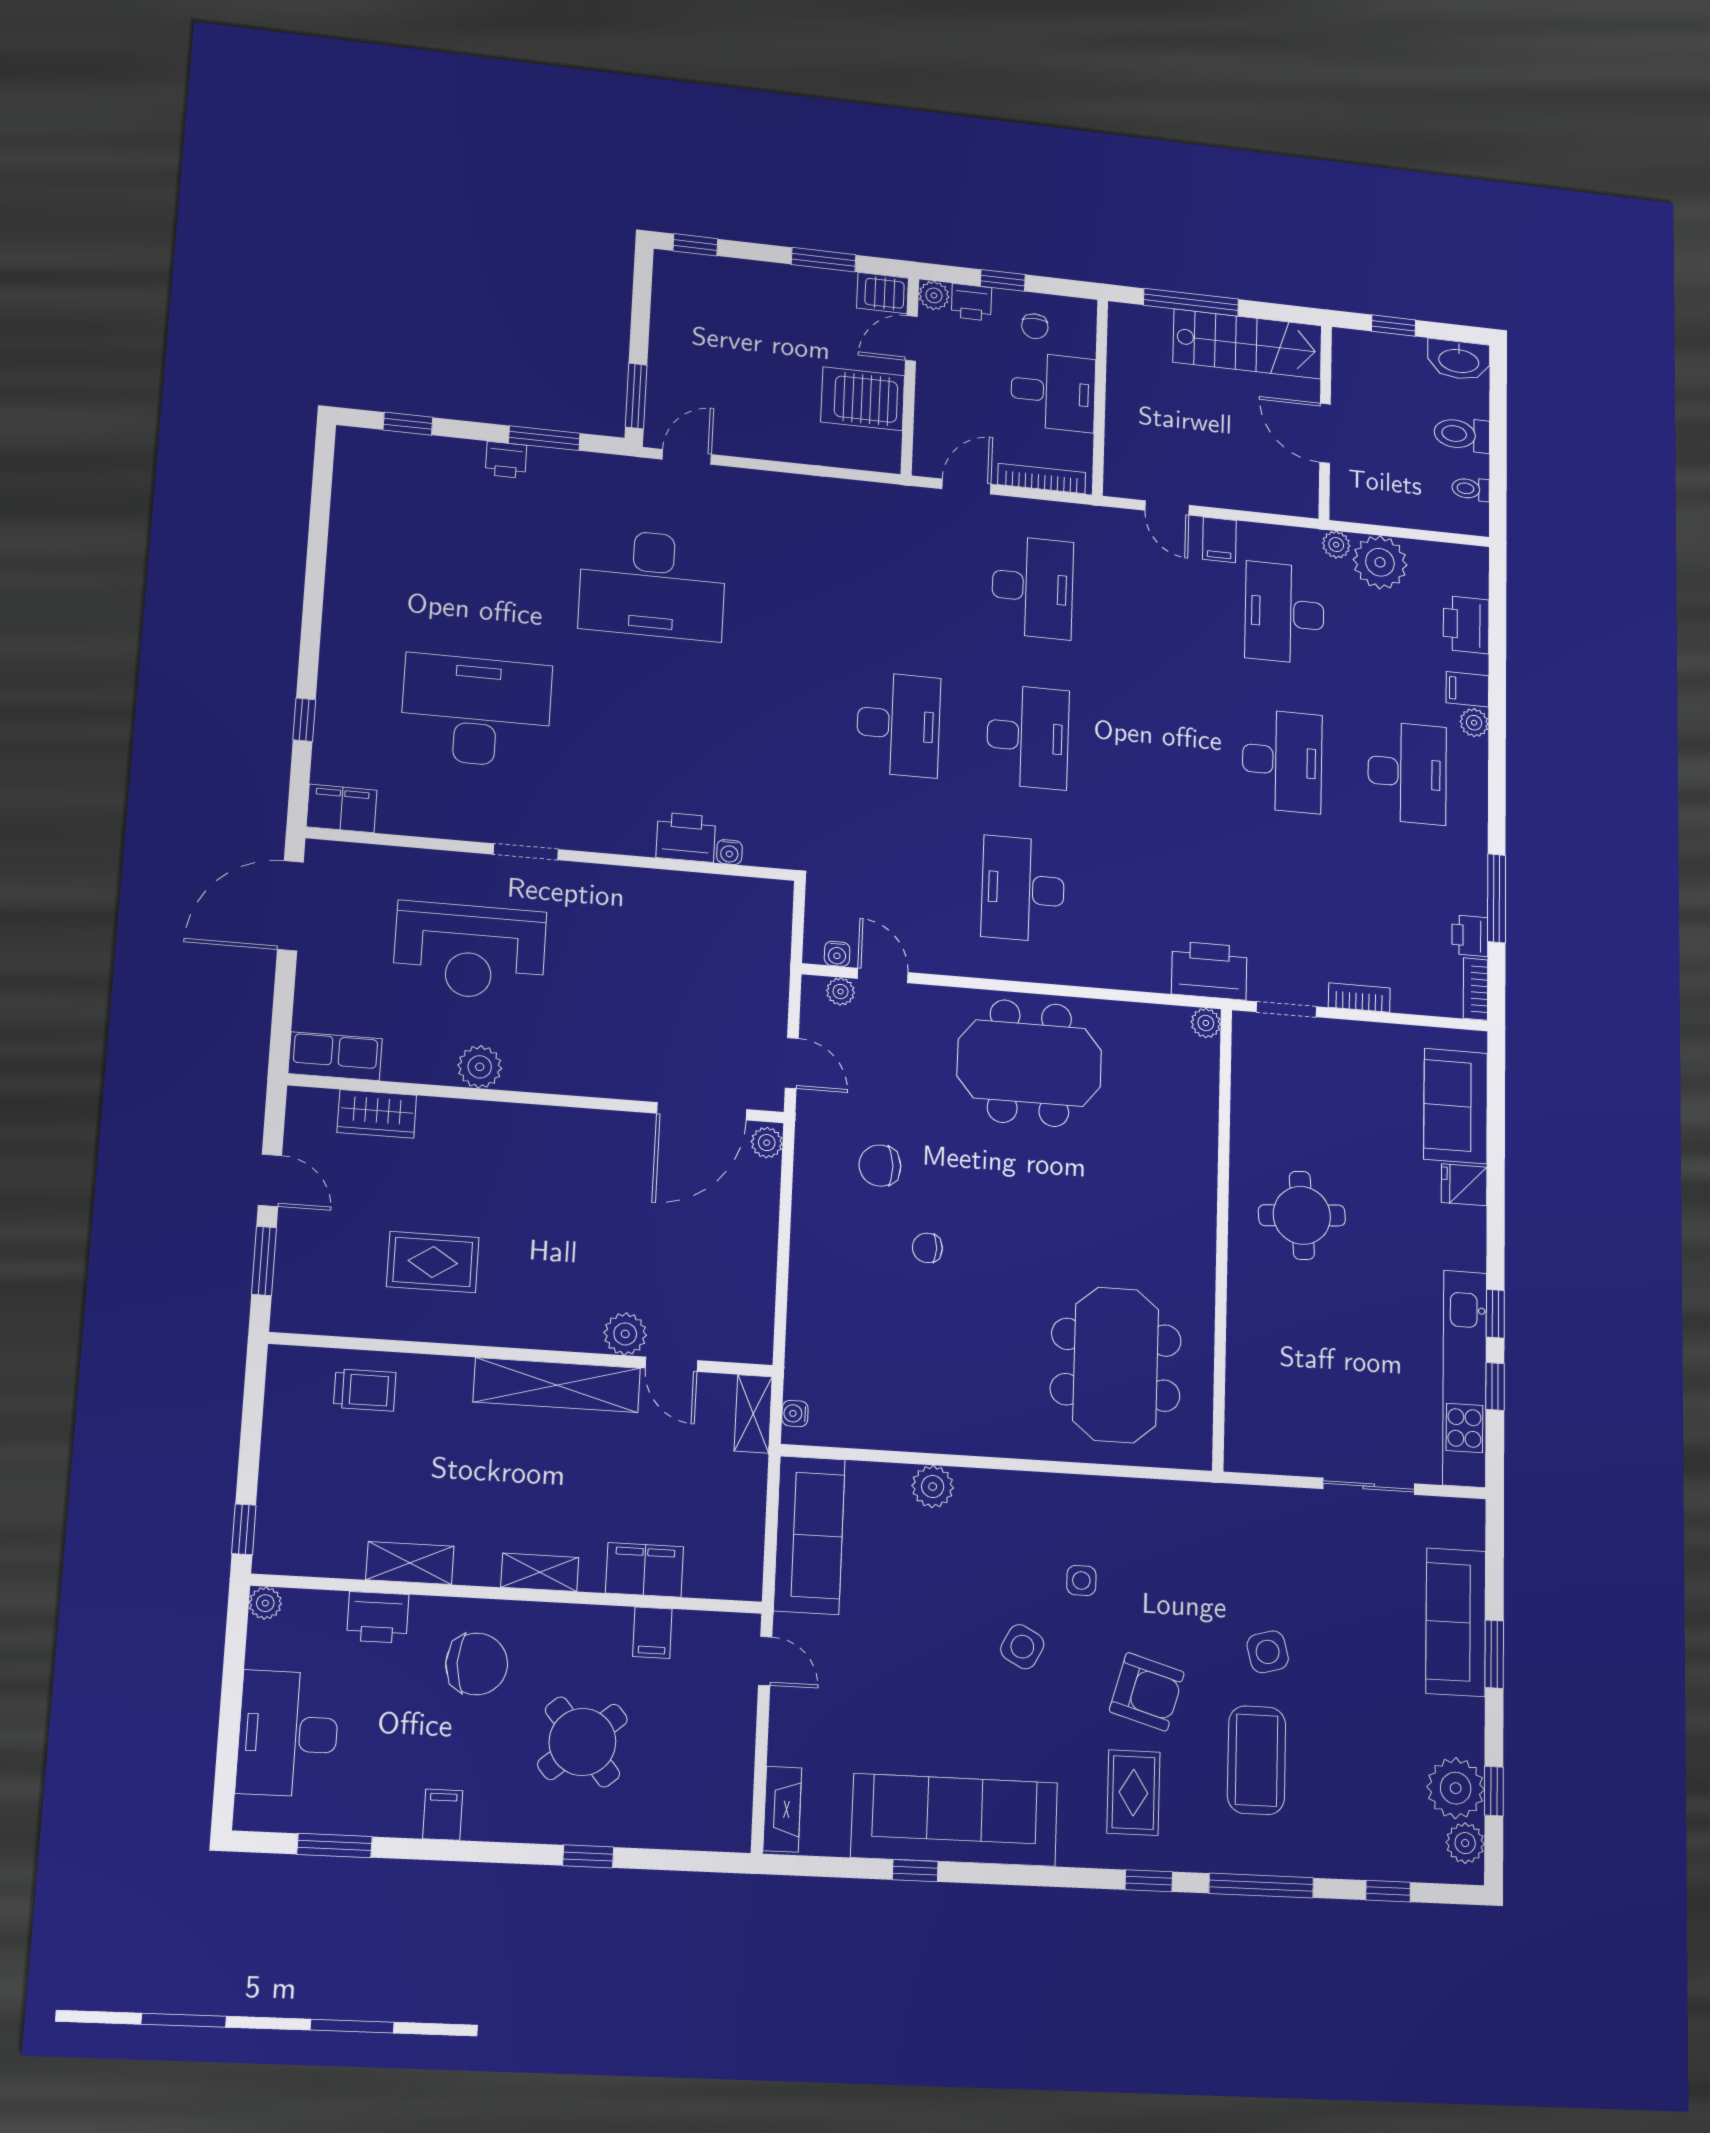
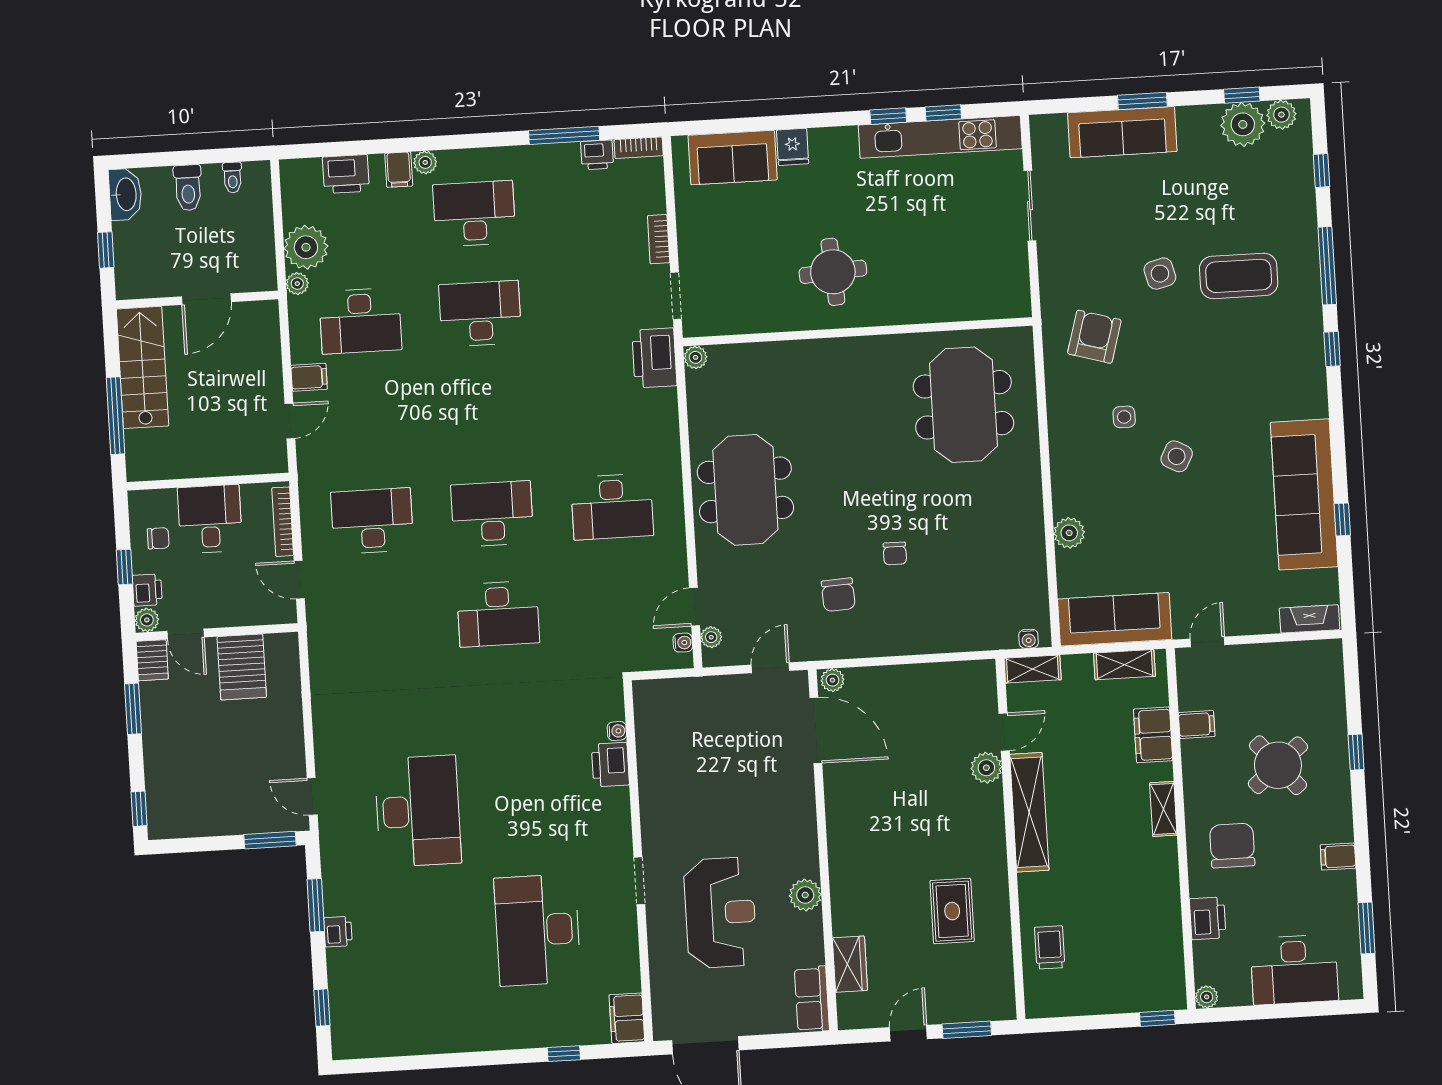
desk: (898, 724) -> (498, 614), turned 180
meeting table: (1116, 1365) -> (963, 405), turned 90
shelving: (410, 1563) -> (1124, 665), moved, turned 90
armchair: (1147, 1692) -> (1094, 337), moved
rug: (1133, 1793) -> (1271, 365), removed

